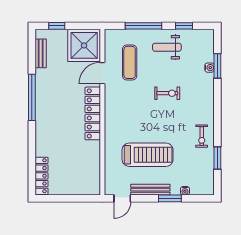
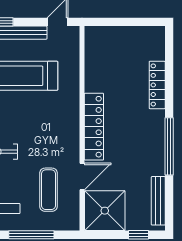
bench: (41, 53) -> (158, 201), width x1.36
locker: (42, 176) -> (157, 85), moved

